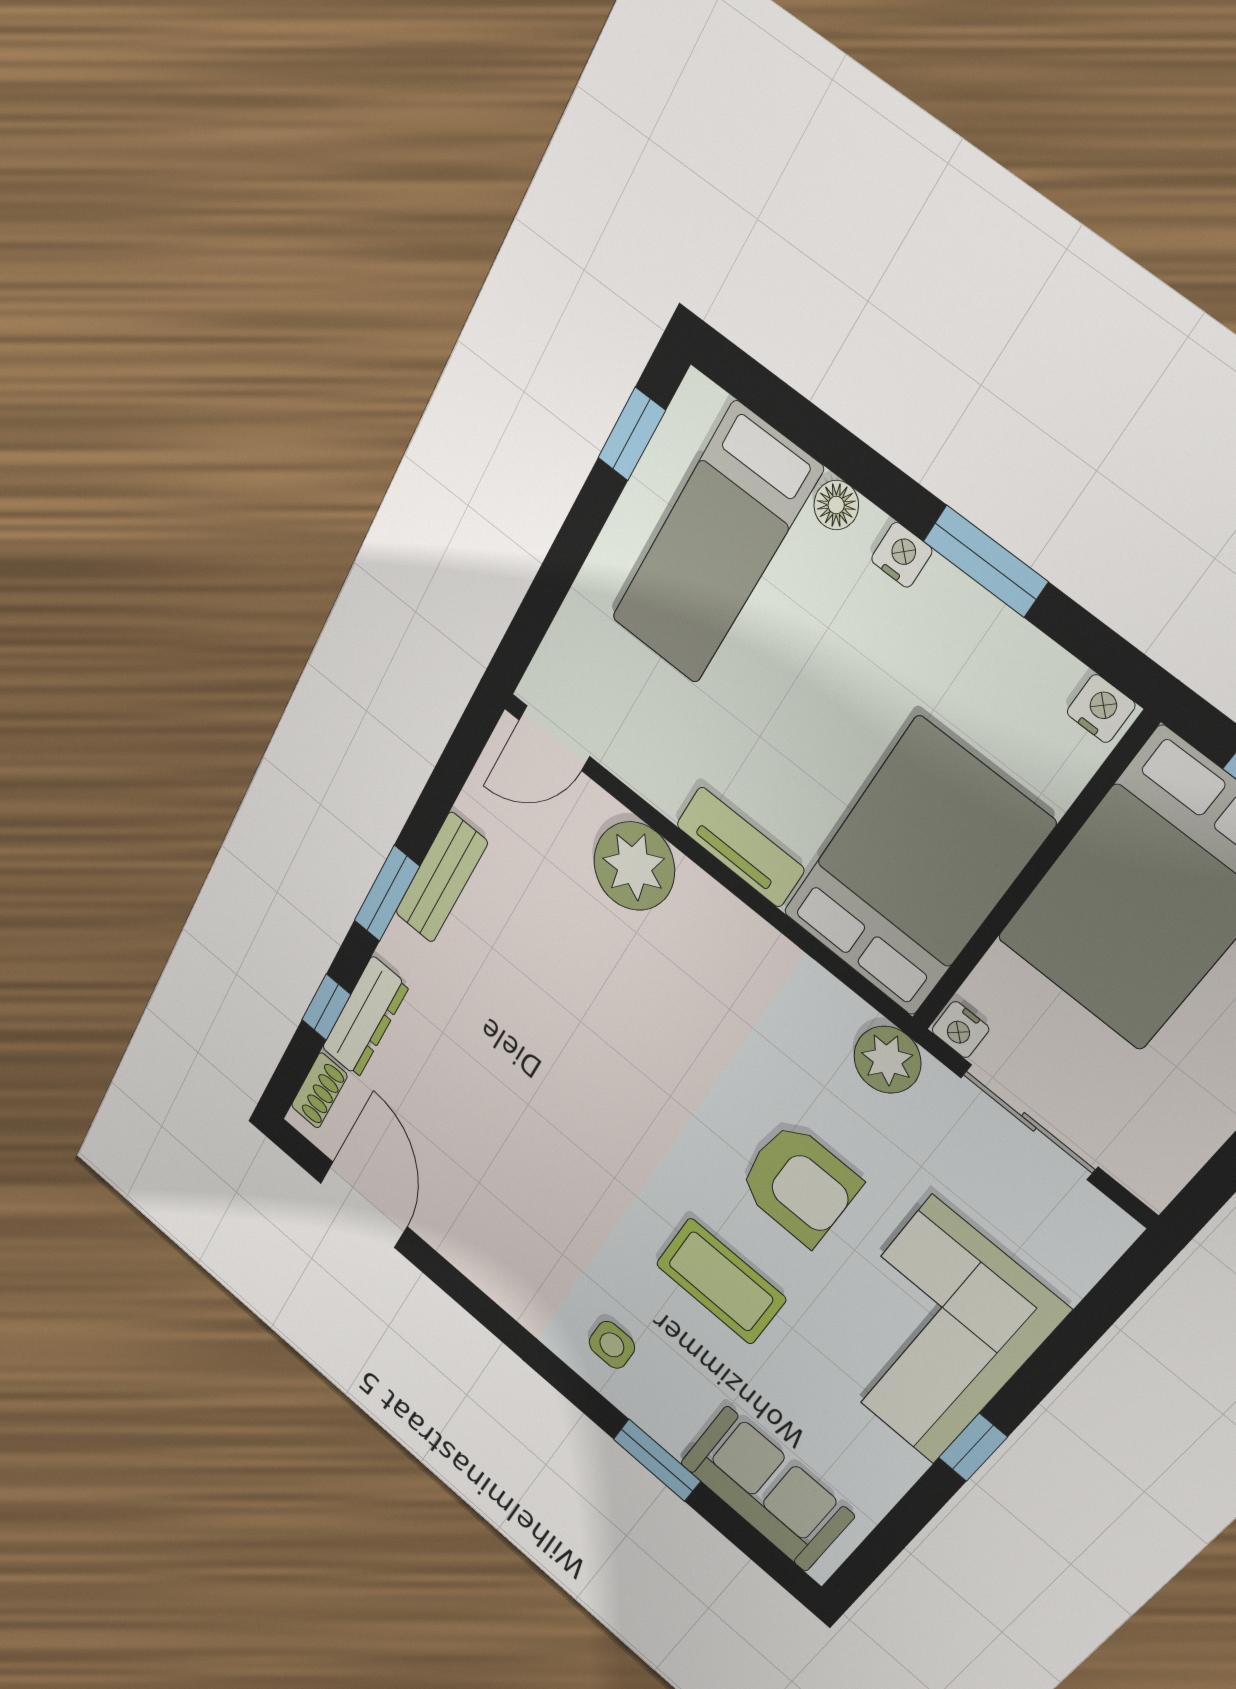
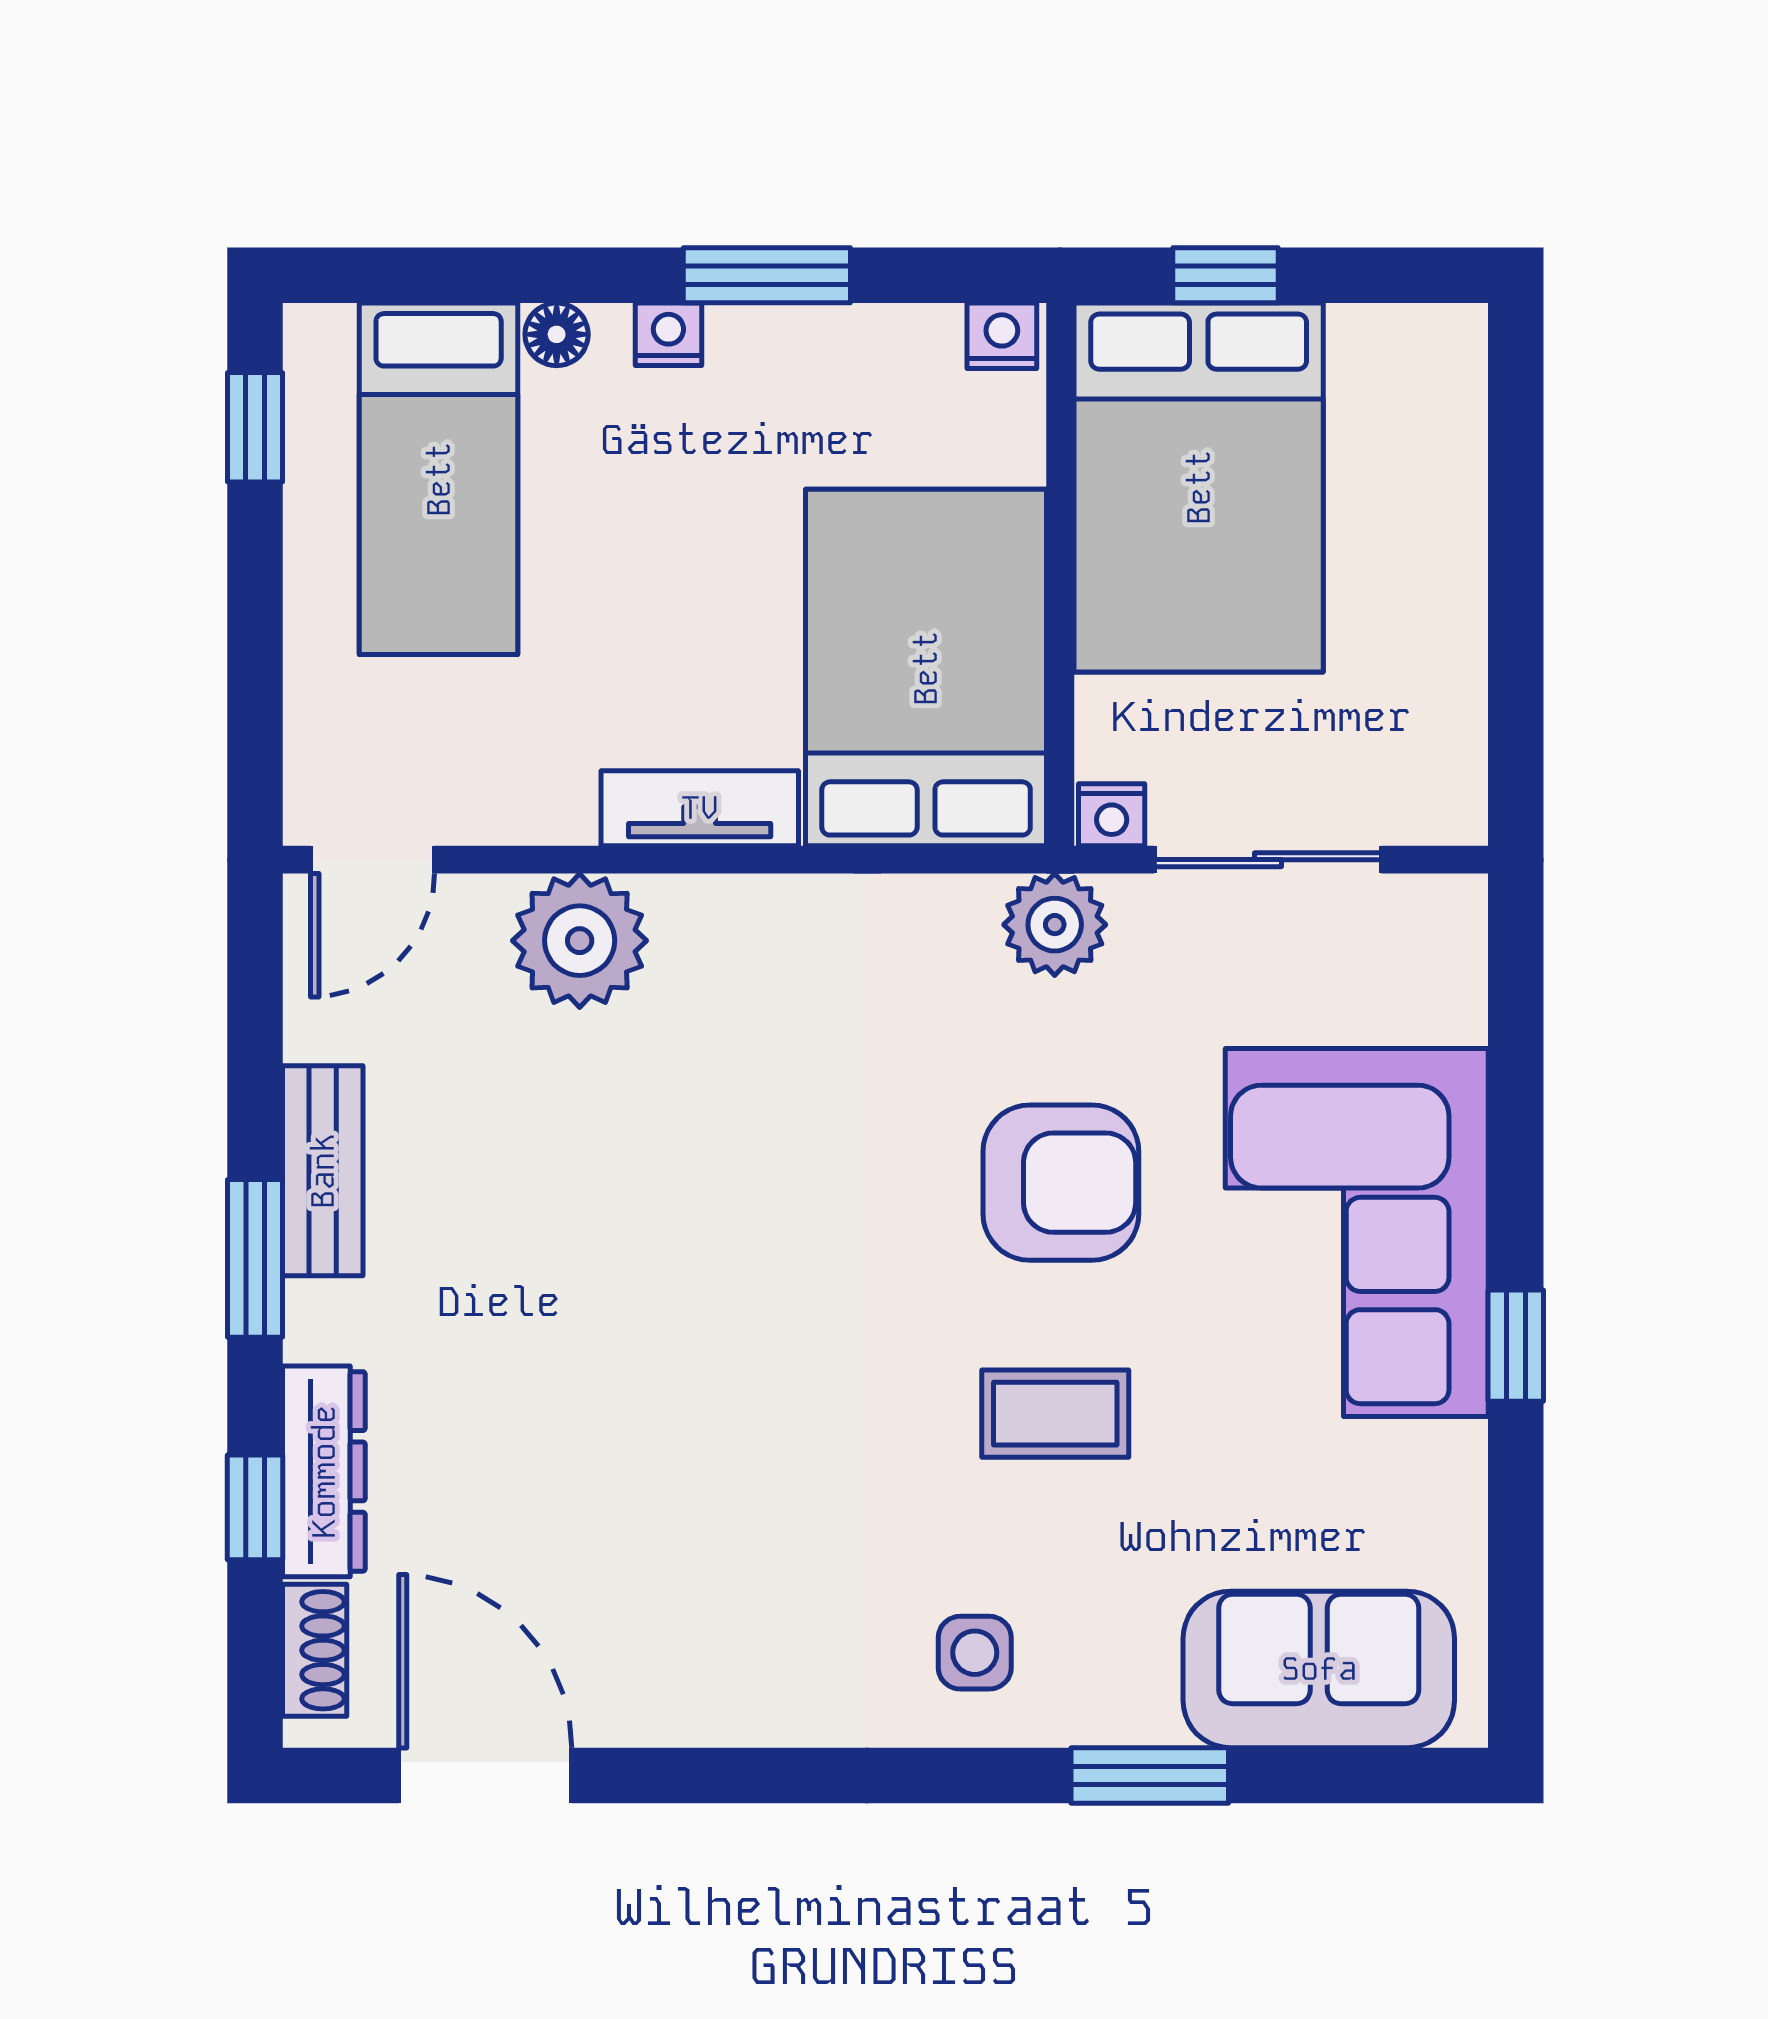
coffee table: (721, 1281) -> (1055, 1414), width x0.73, depth x0.77

